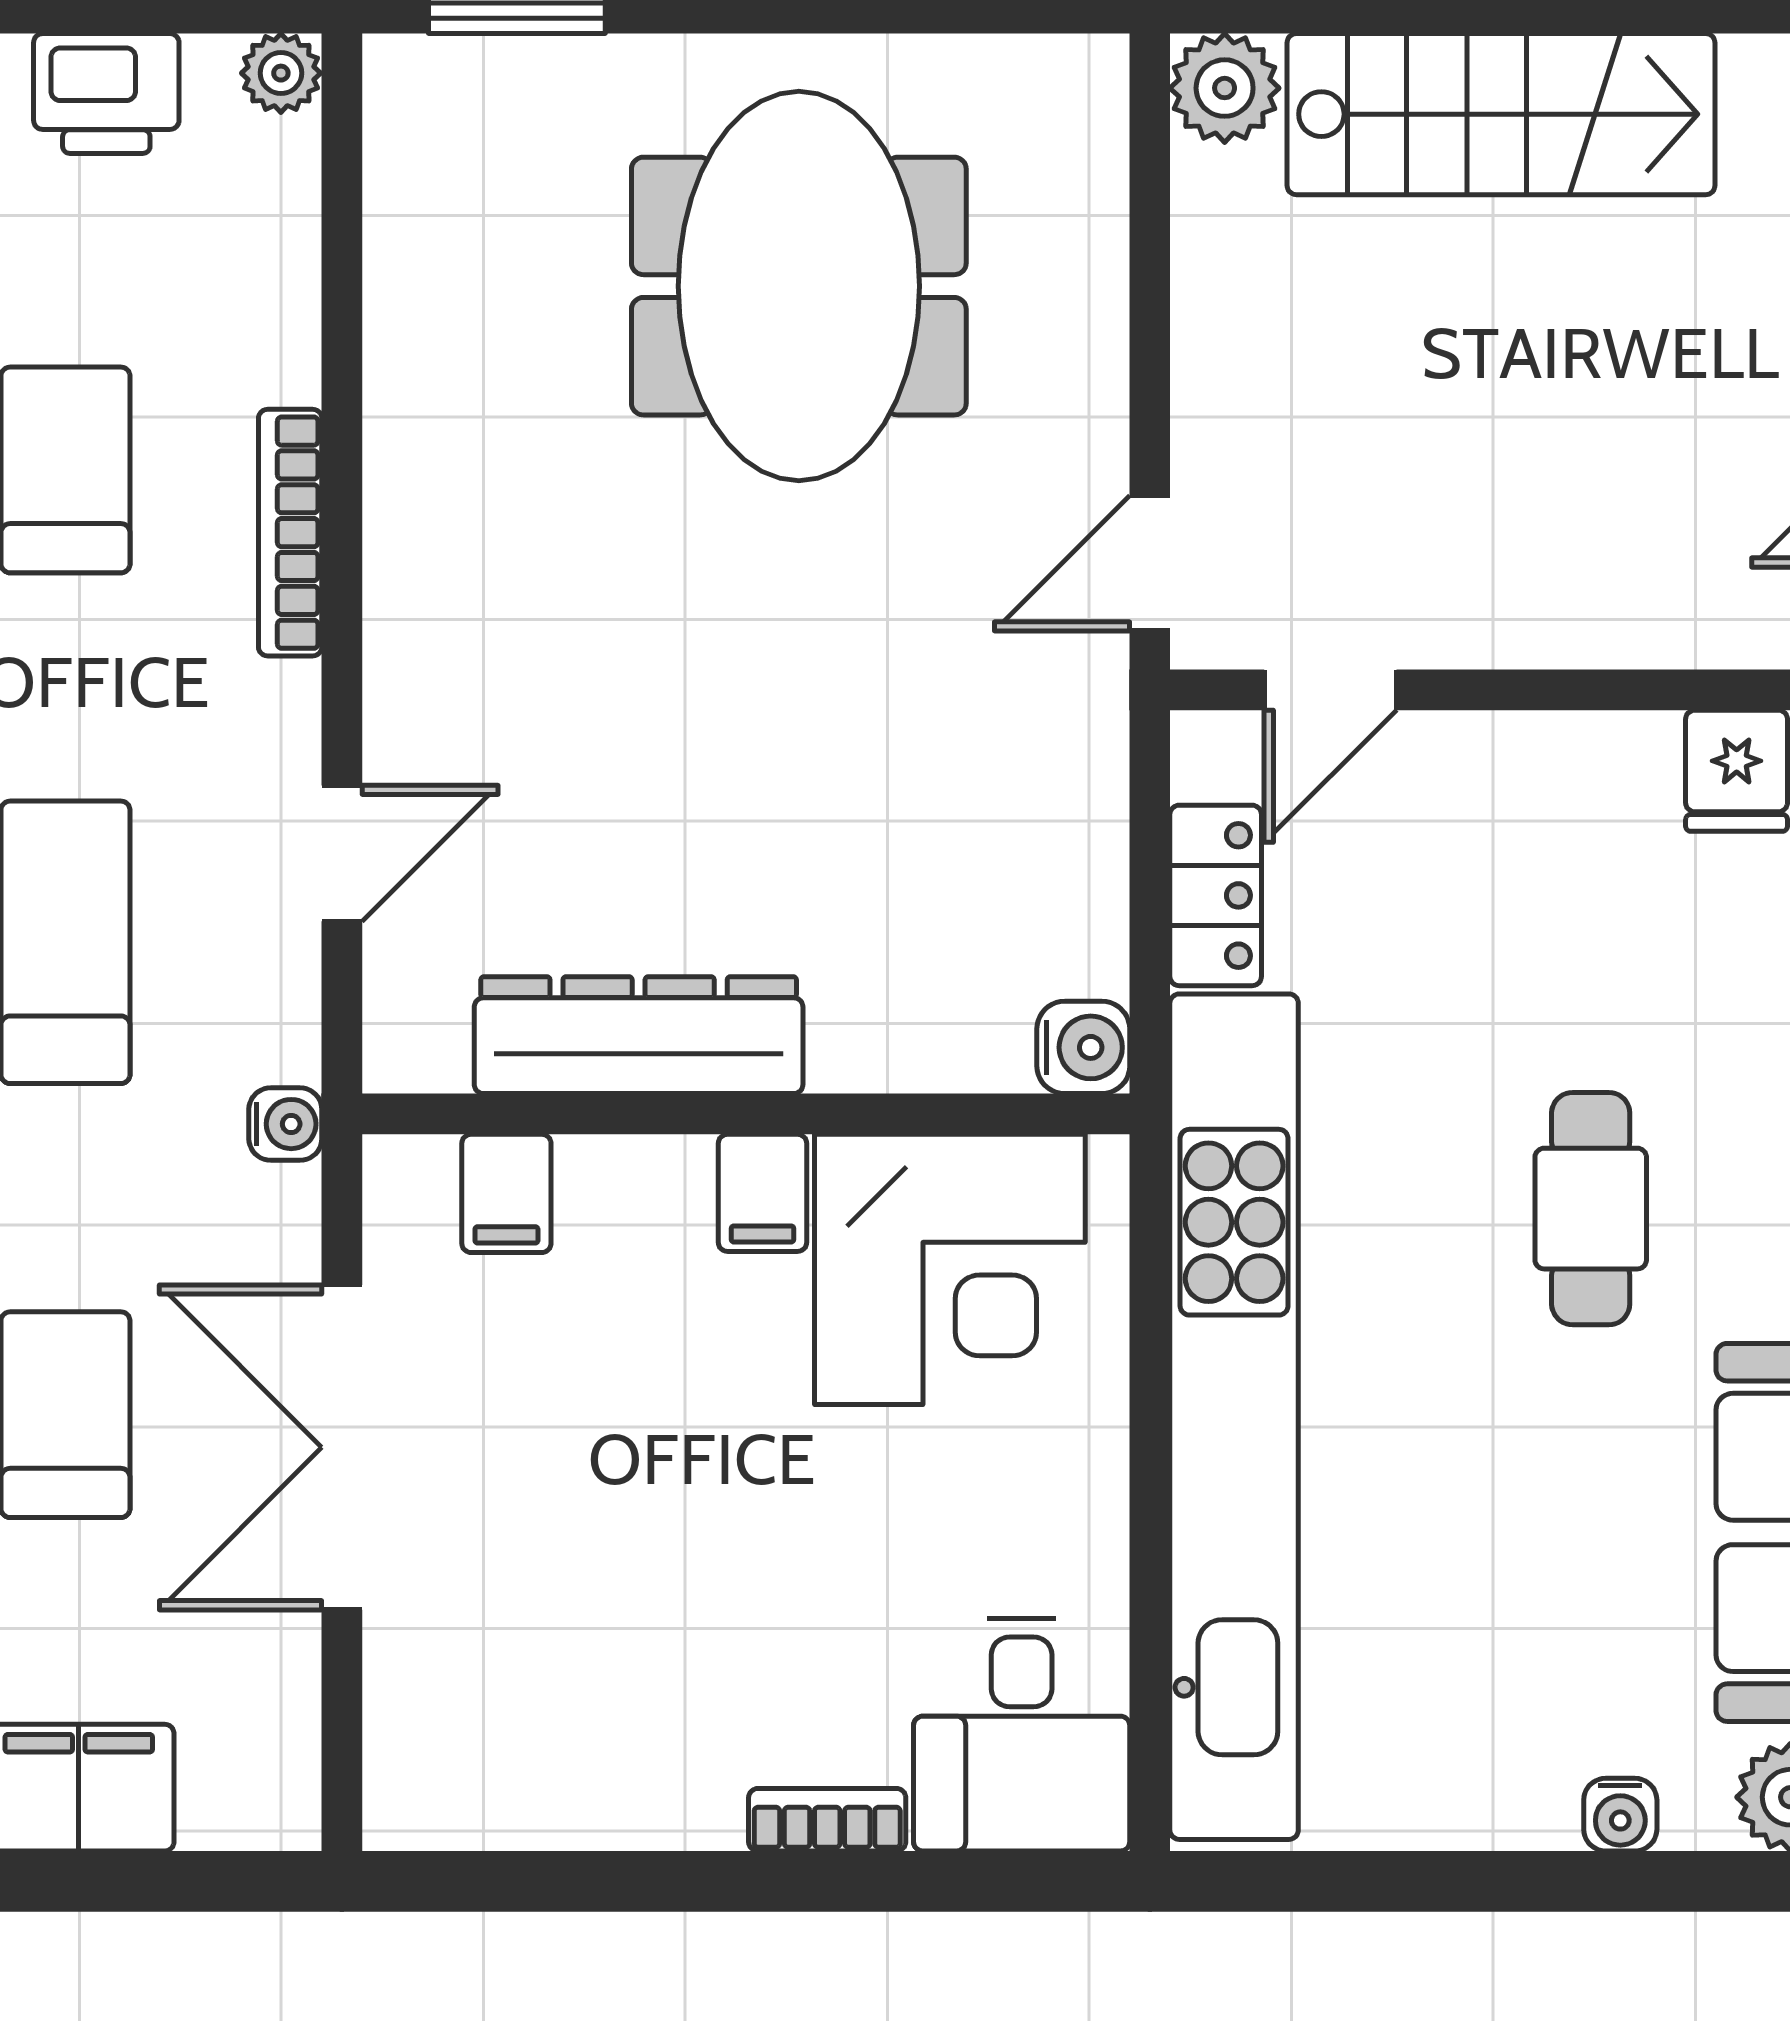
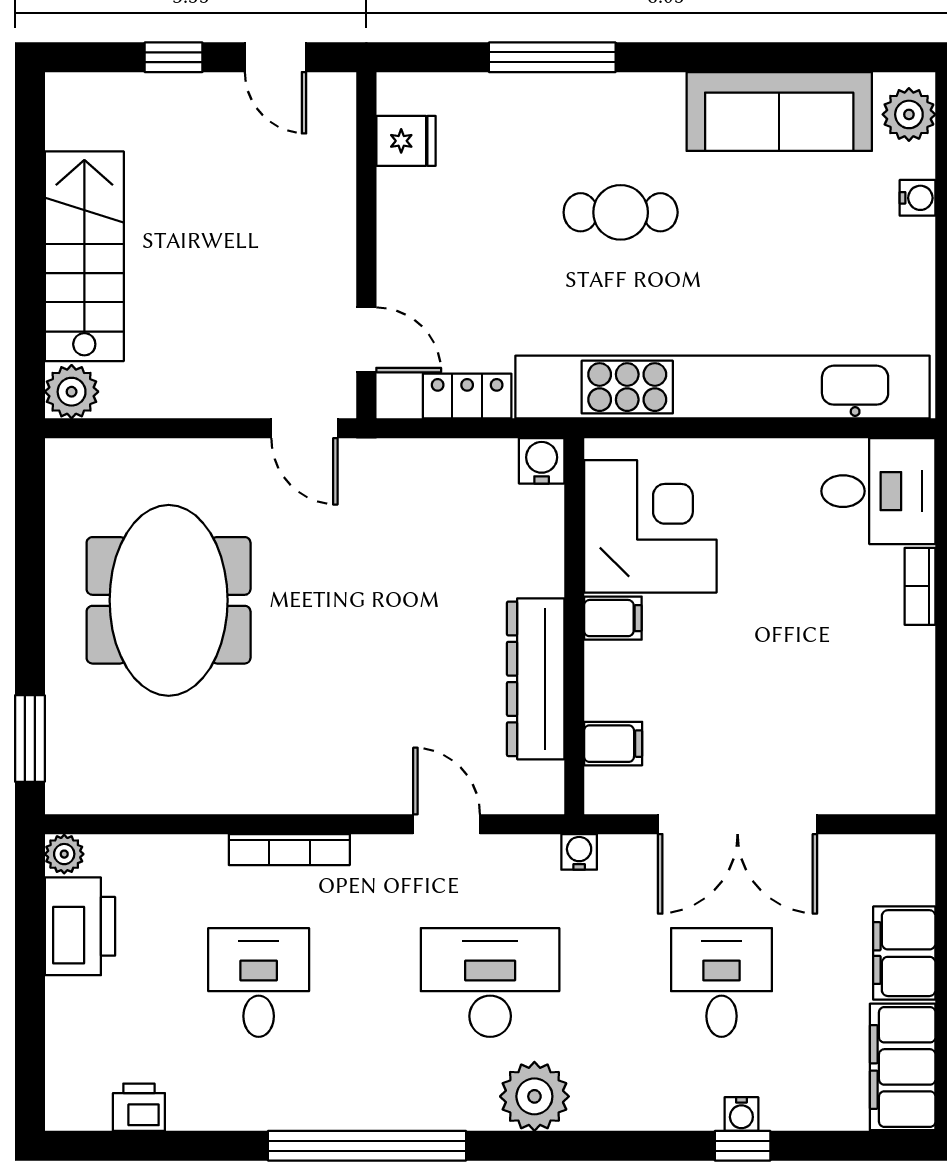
printer: (106, 93) -> (80, 926), width x1.37, depth x1.19
meeting table: (799, 286) -> (169, 600), turned 90

